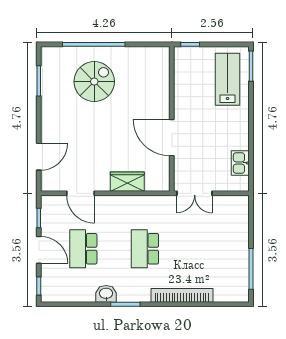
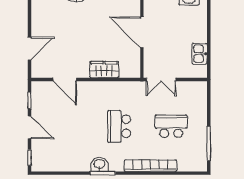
school desk: (83, 249) -> (171, 126), moved, turned 90
washbasin: (106, 294) -> (99, 164), moved

